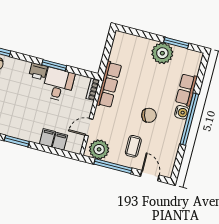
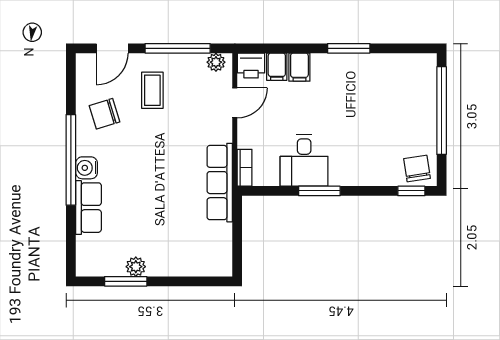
plant: (162, 53) -> (136, 267), width x0.53, depth x0.53
printer: (38, 71) -> (251, 66), moved, turned 180
chair: (149, 115) -> (104, 114), moved
plant: (99, 149) -> (216, 62), width x0.53, depth x0.53
door: (150, 176) -> (112, 48), hinge flipped

